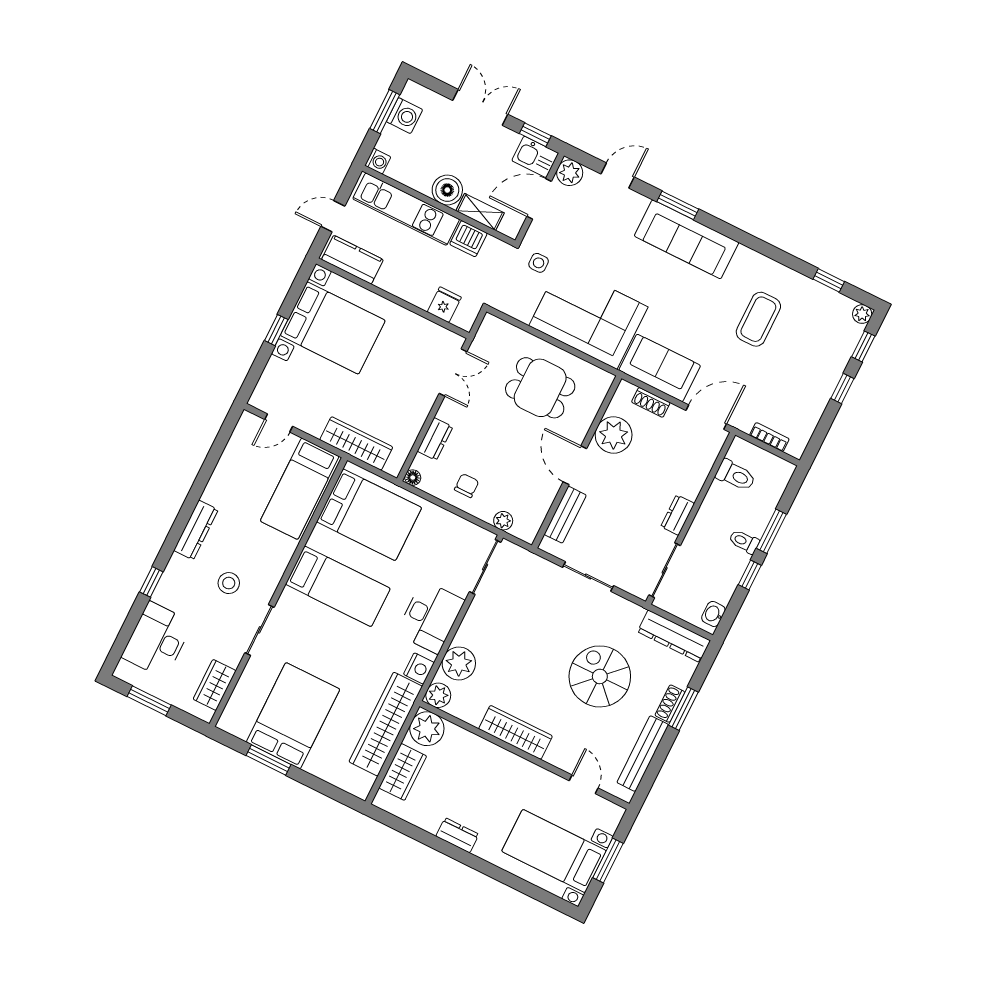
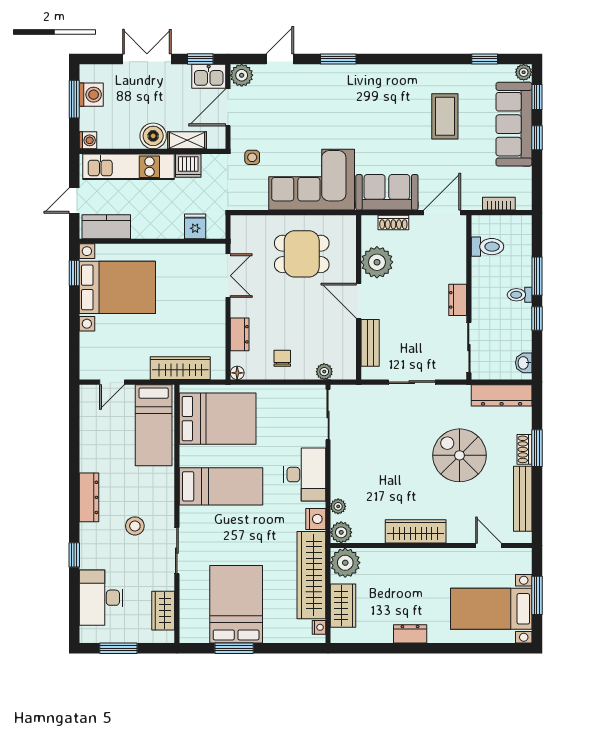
sofa: (687, 239) -> (514, 124), moved, turned 90
window: (276, 330) -> (74, 273), moved
plant: (459, 663) -> (338, 506), width x0.53, depth x0.53
nightstand: (367, 782) -> (319, 627), added

